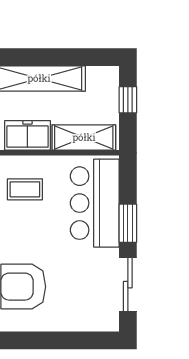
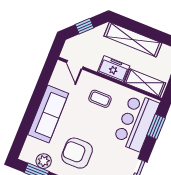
window: (128, 223) -> (156, 127), moved

